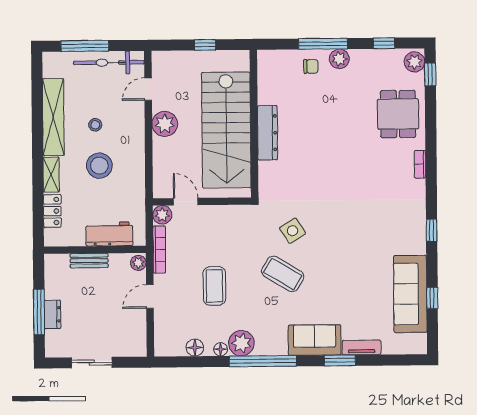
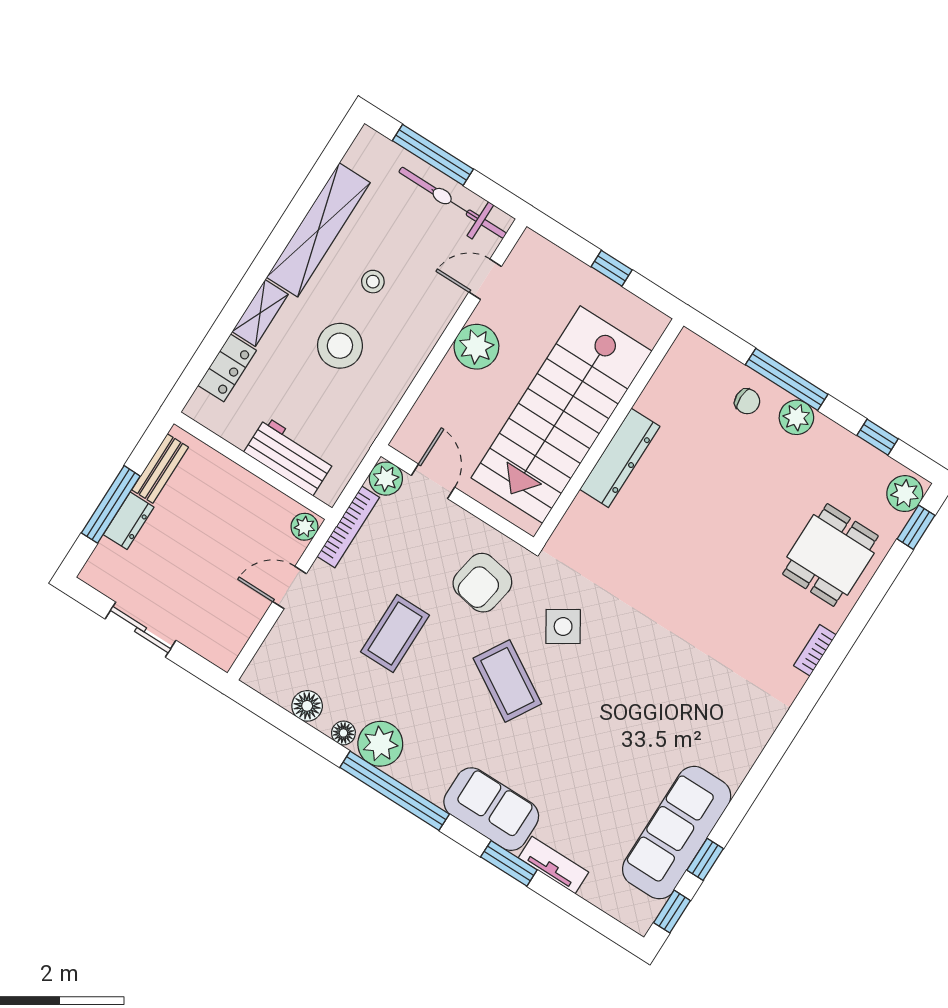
window: (432, 230) -> (672, 912), moved
armchair: (240, 235) -> (482, 583), added
bench: (89, 261) -> (160, 468), moved, turned 90

